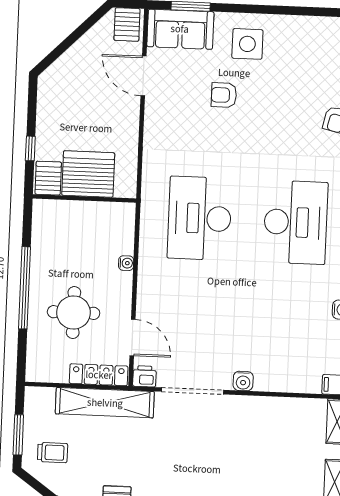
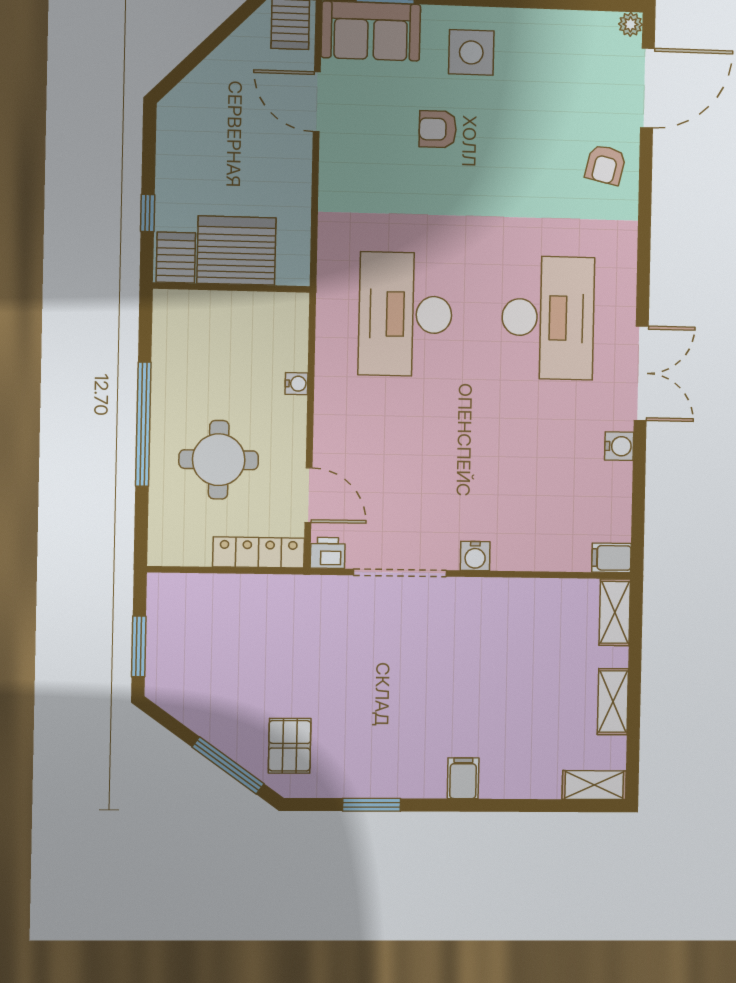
shelving: (105, 403) -> (269, 594), removed
trolley: (53, 453) -> (191, 672), removed

